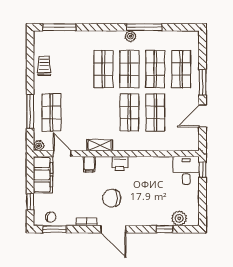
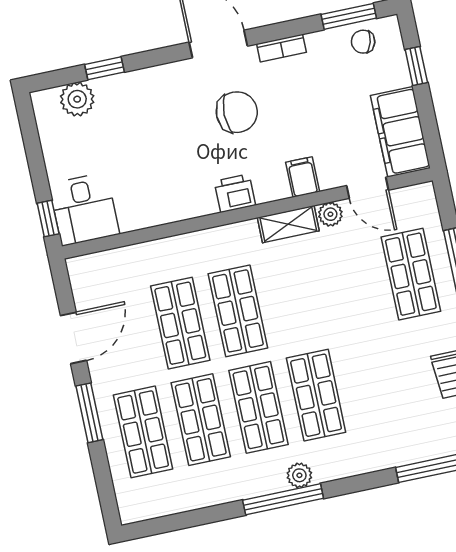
window: (144, 27) -> (283, 499), moved
plant: (130, 36) -> (299, 475), moved
plant: (39, 146) -> (330, 214), moved

